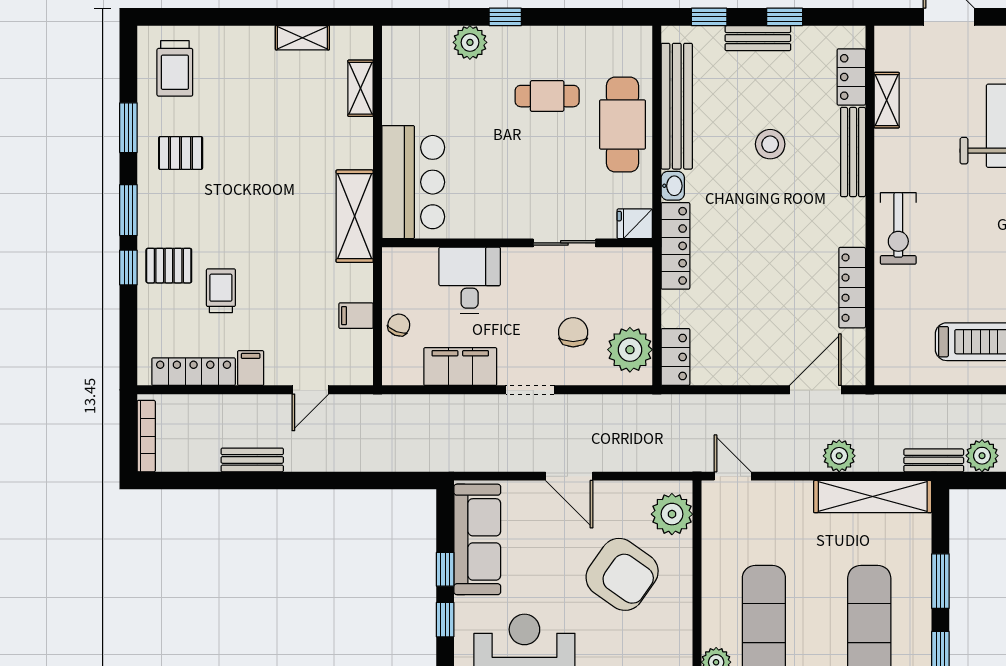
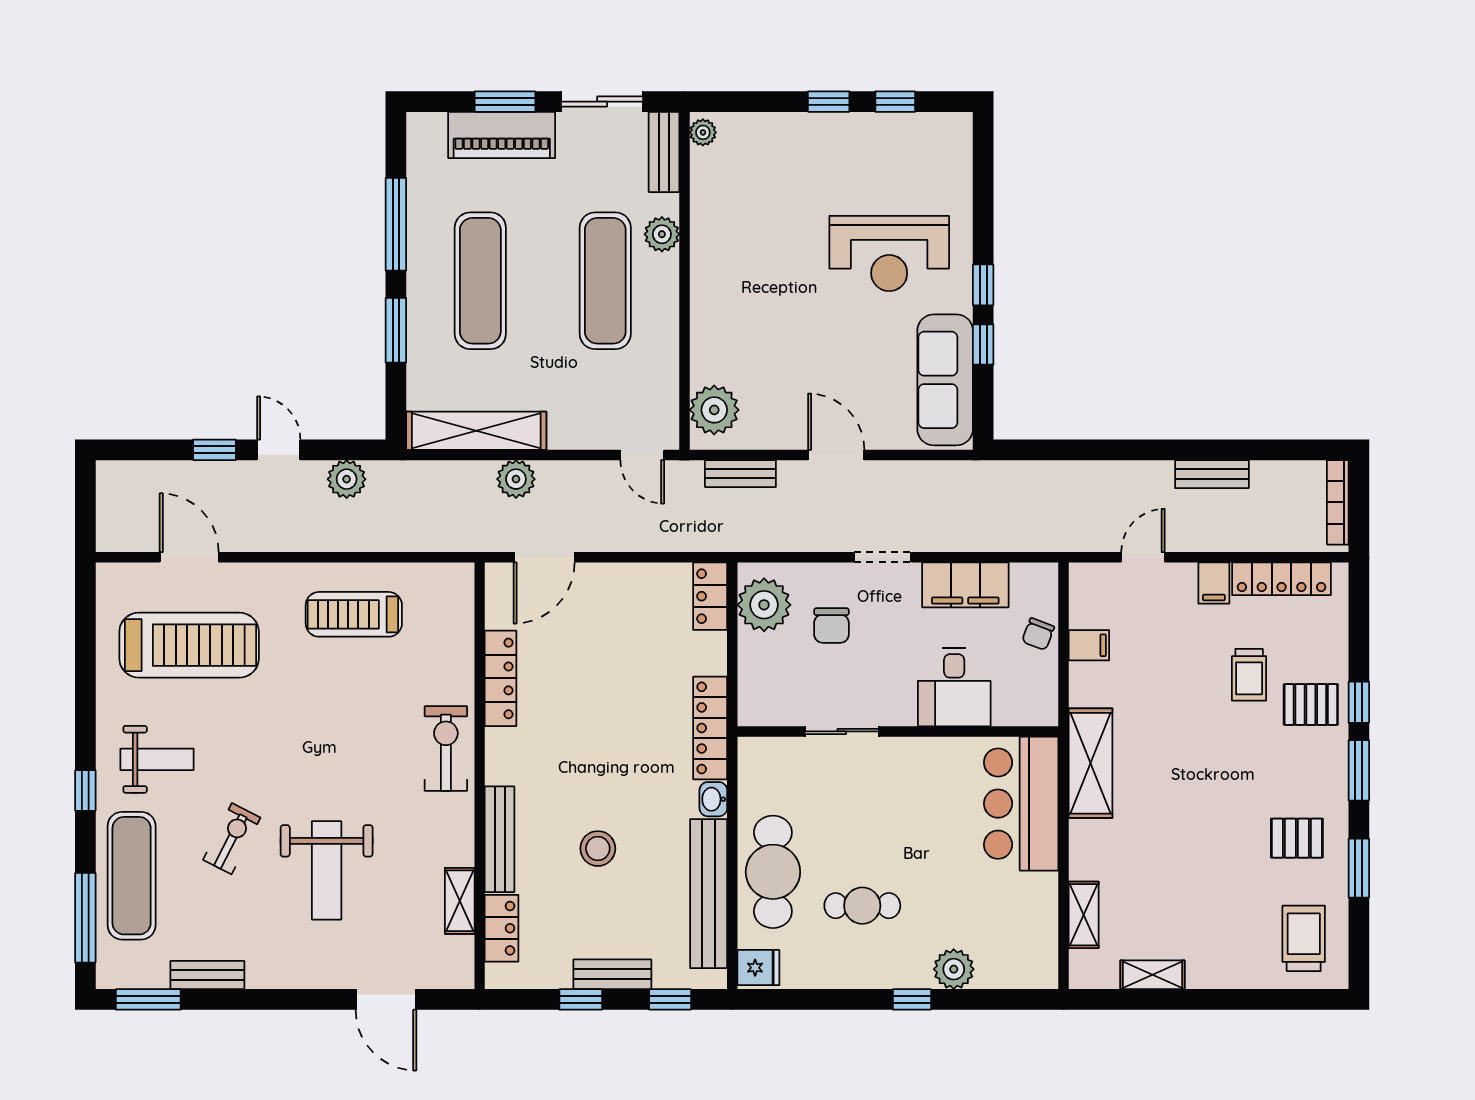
fridge: (635, 224) -> (758, 968), moved
bench: (934, 460) -> (740, 474), moved
armchair: (622, 574) -> (773, 338), removed

